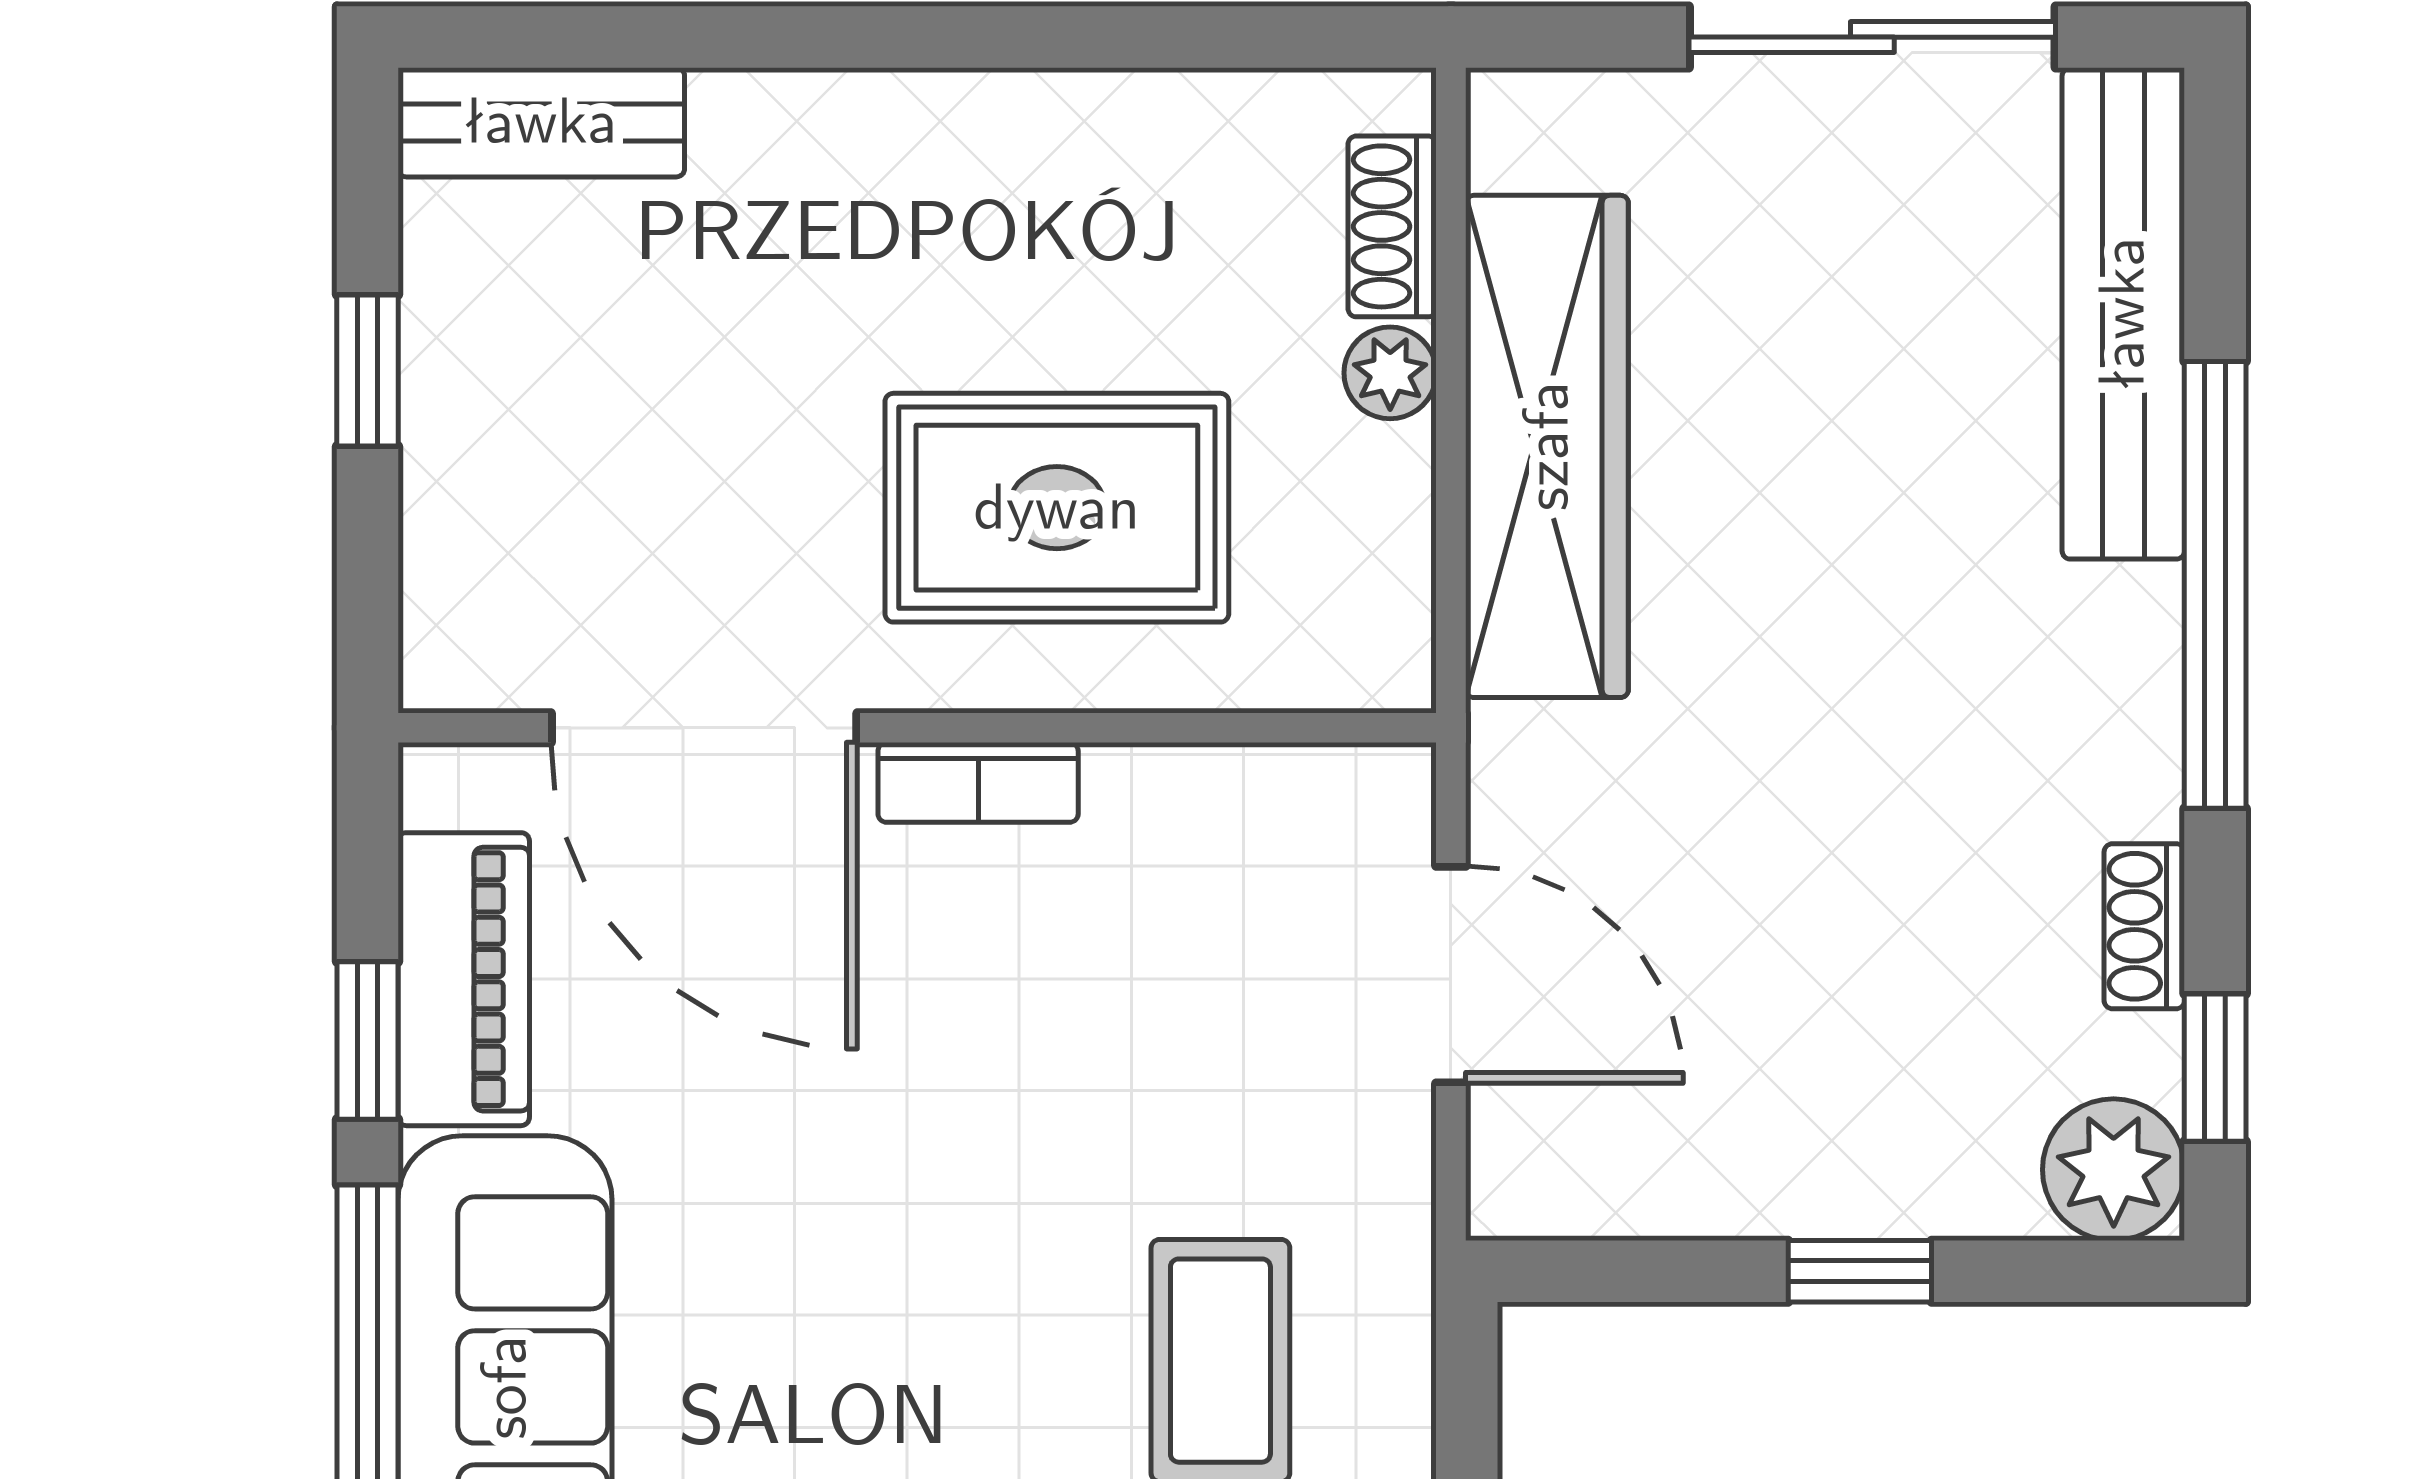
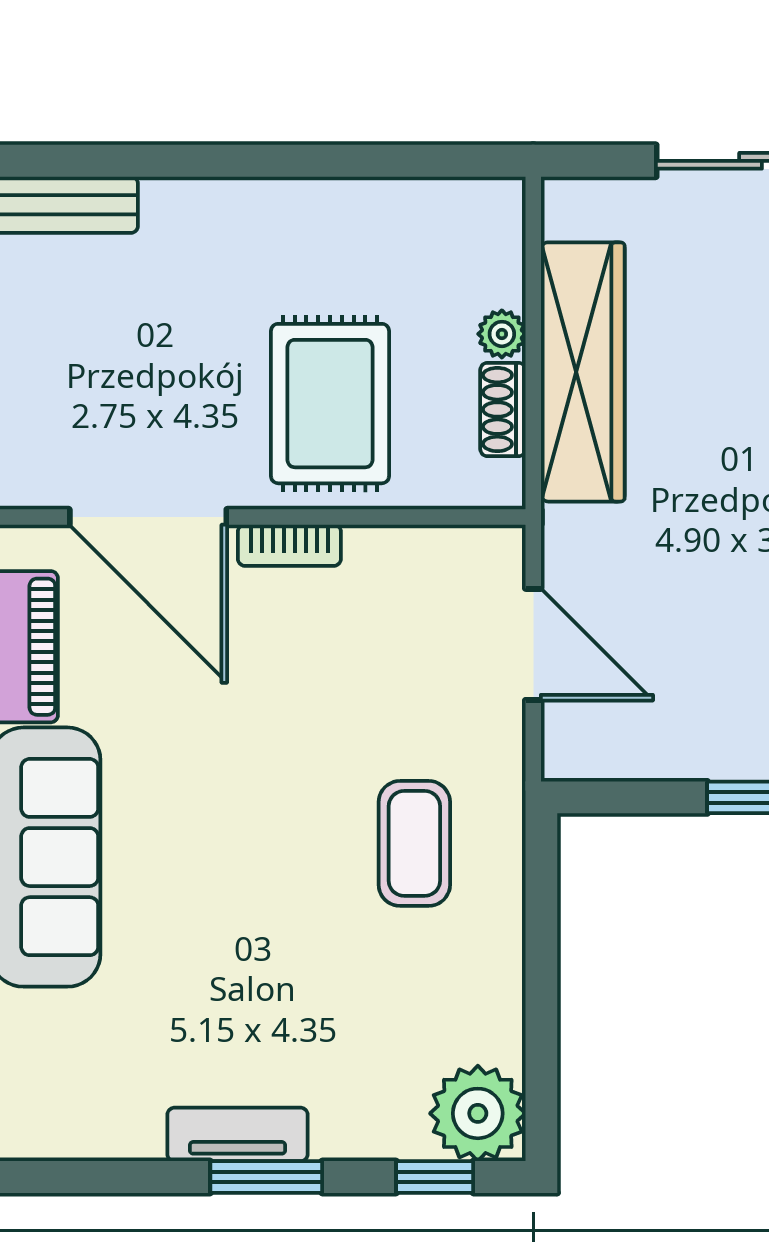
shoe rack: (1392, 226) -> (503, 410), moved
rug: (1057, 508) -> (330, 404), turned 90

